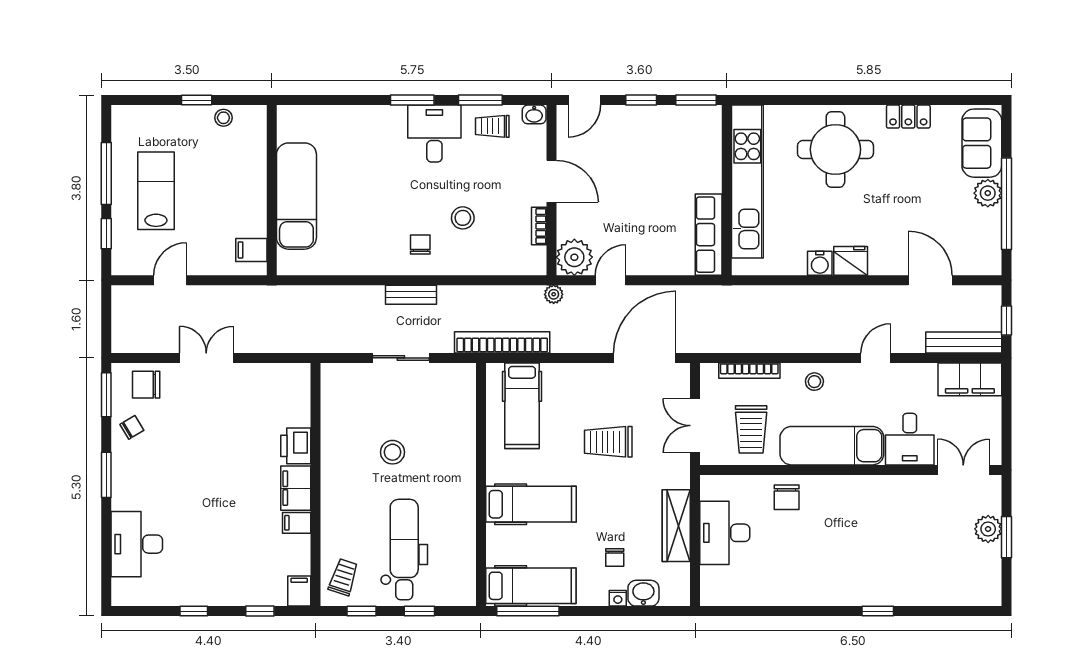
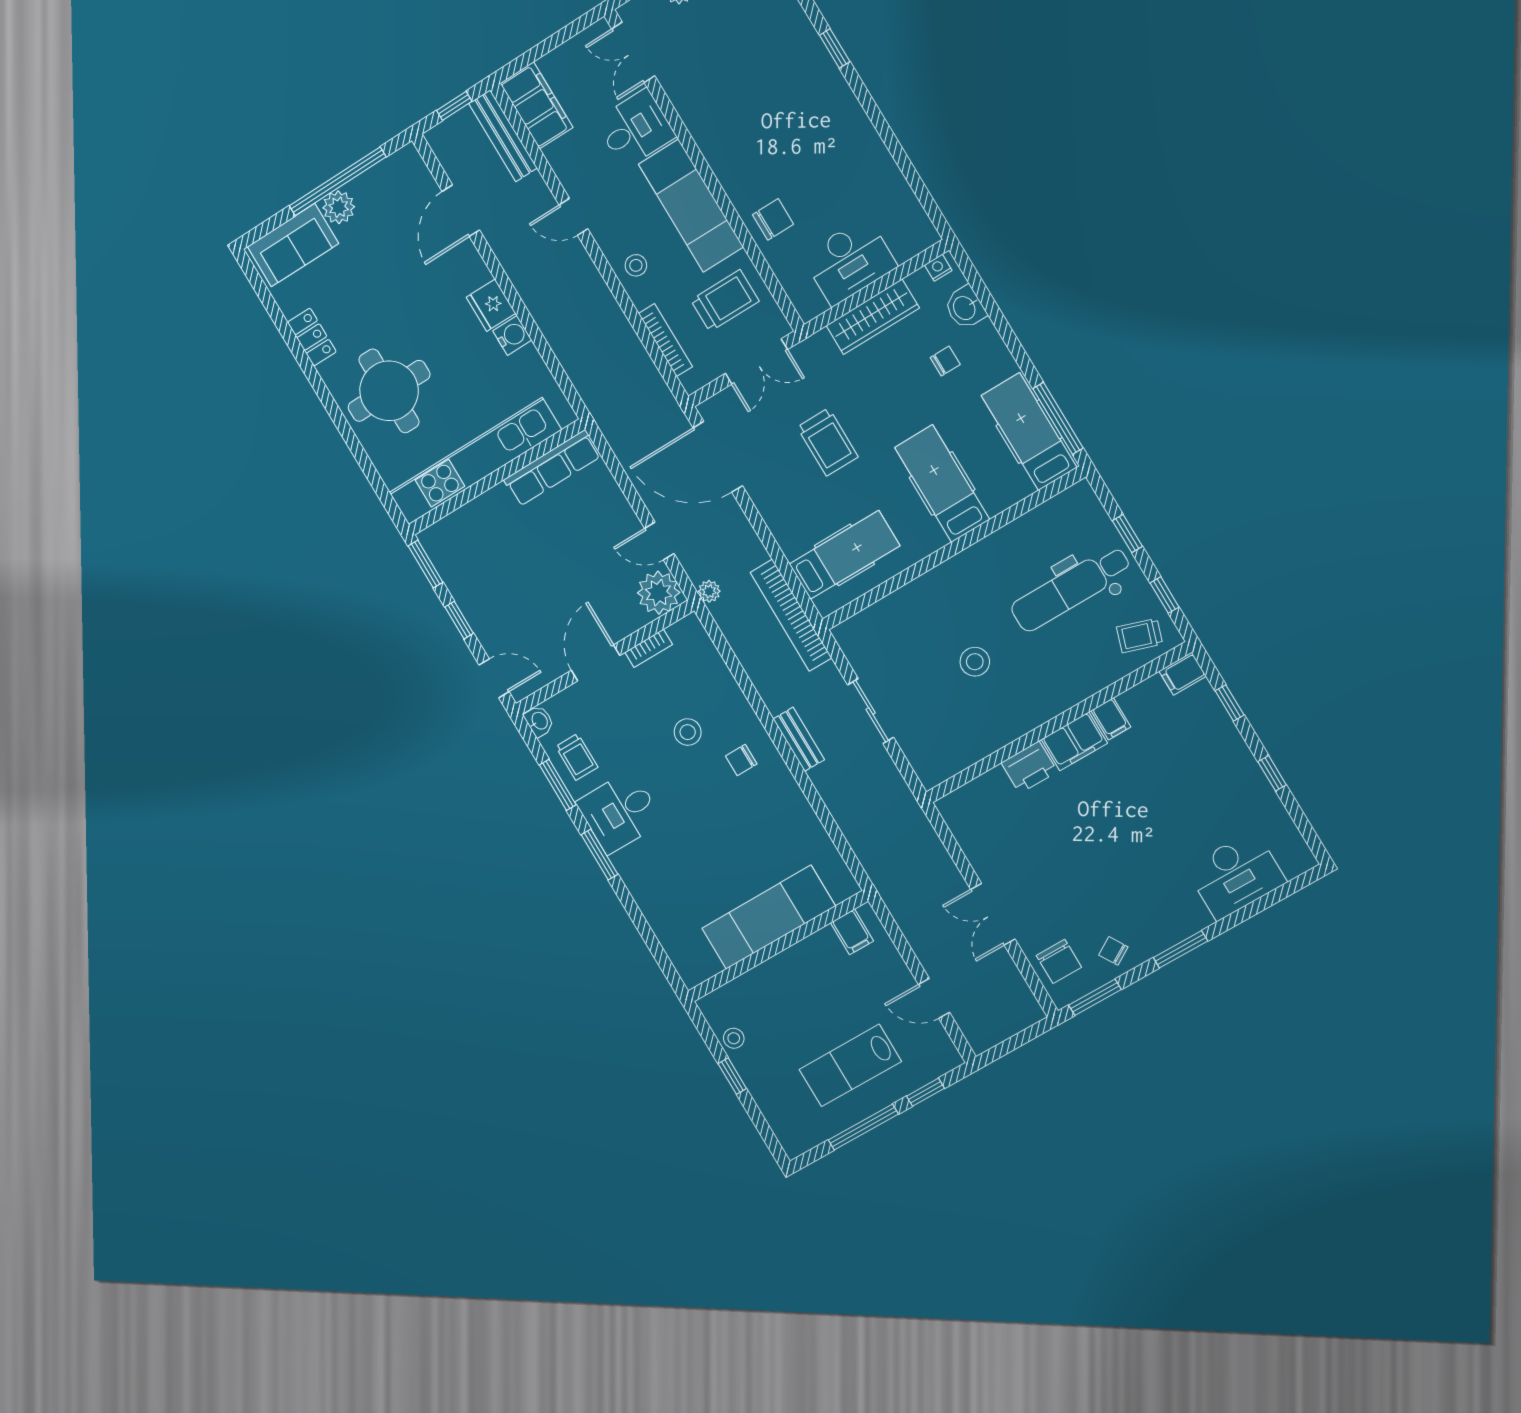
nightstand: (618, 598) -> (938, 268), moved, turned -90

